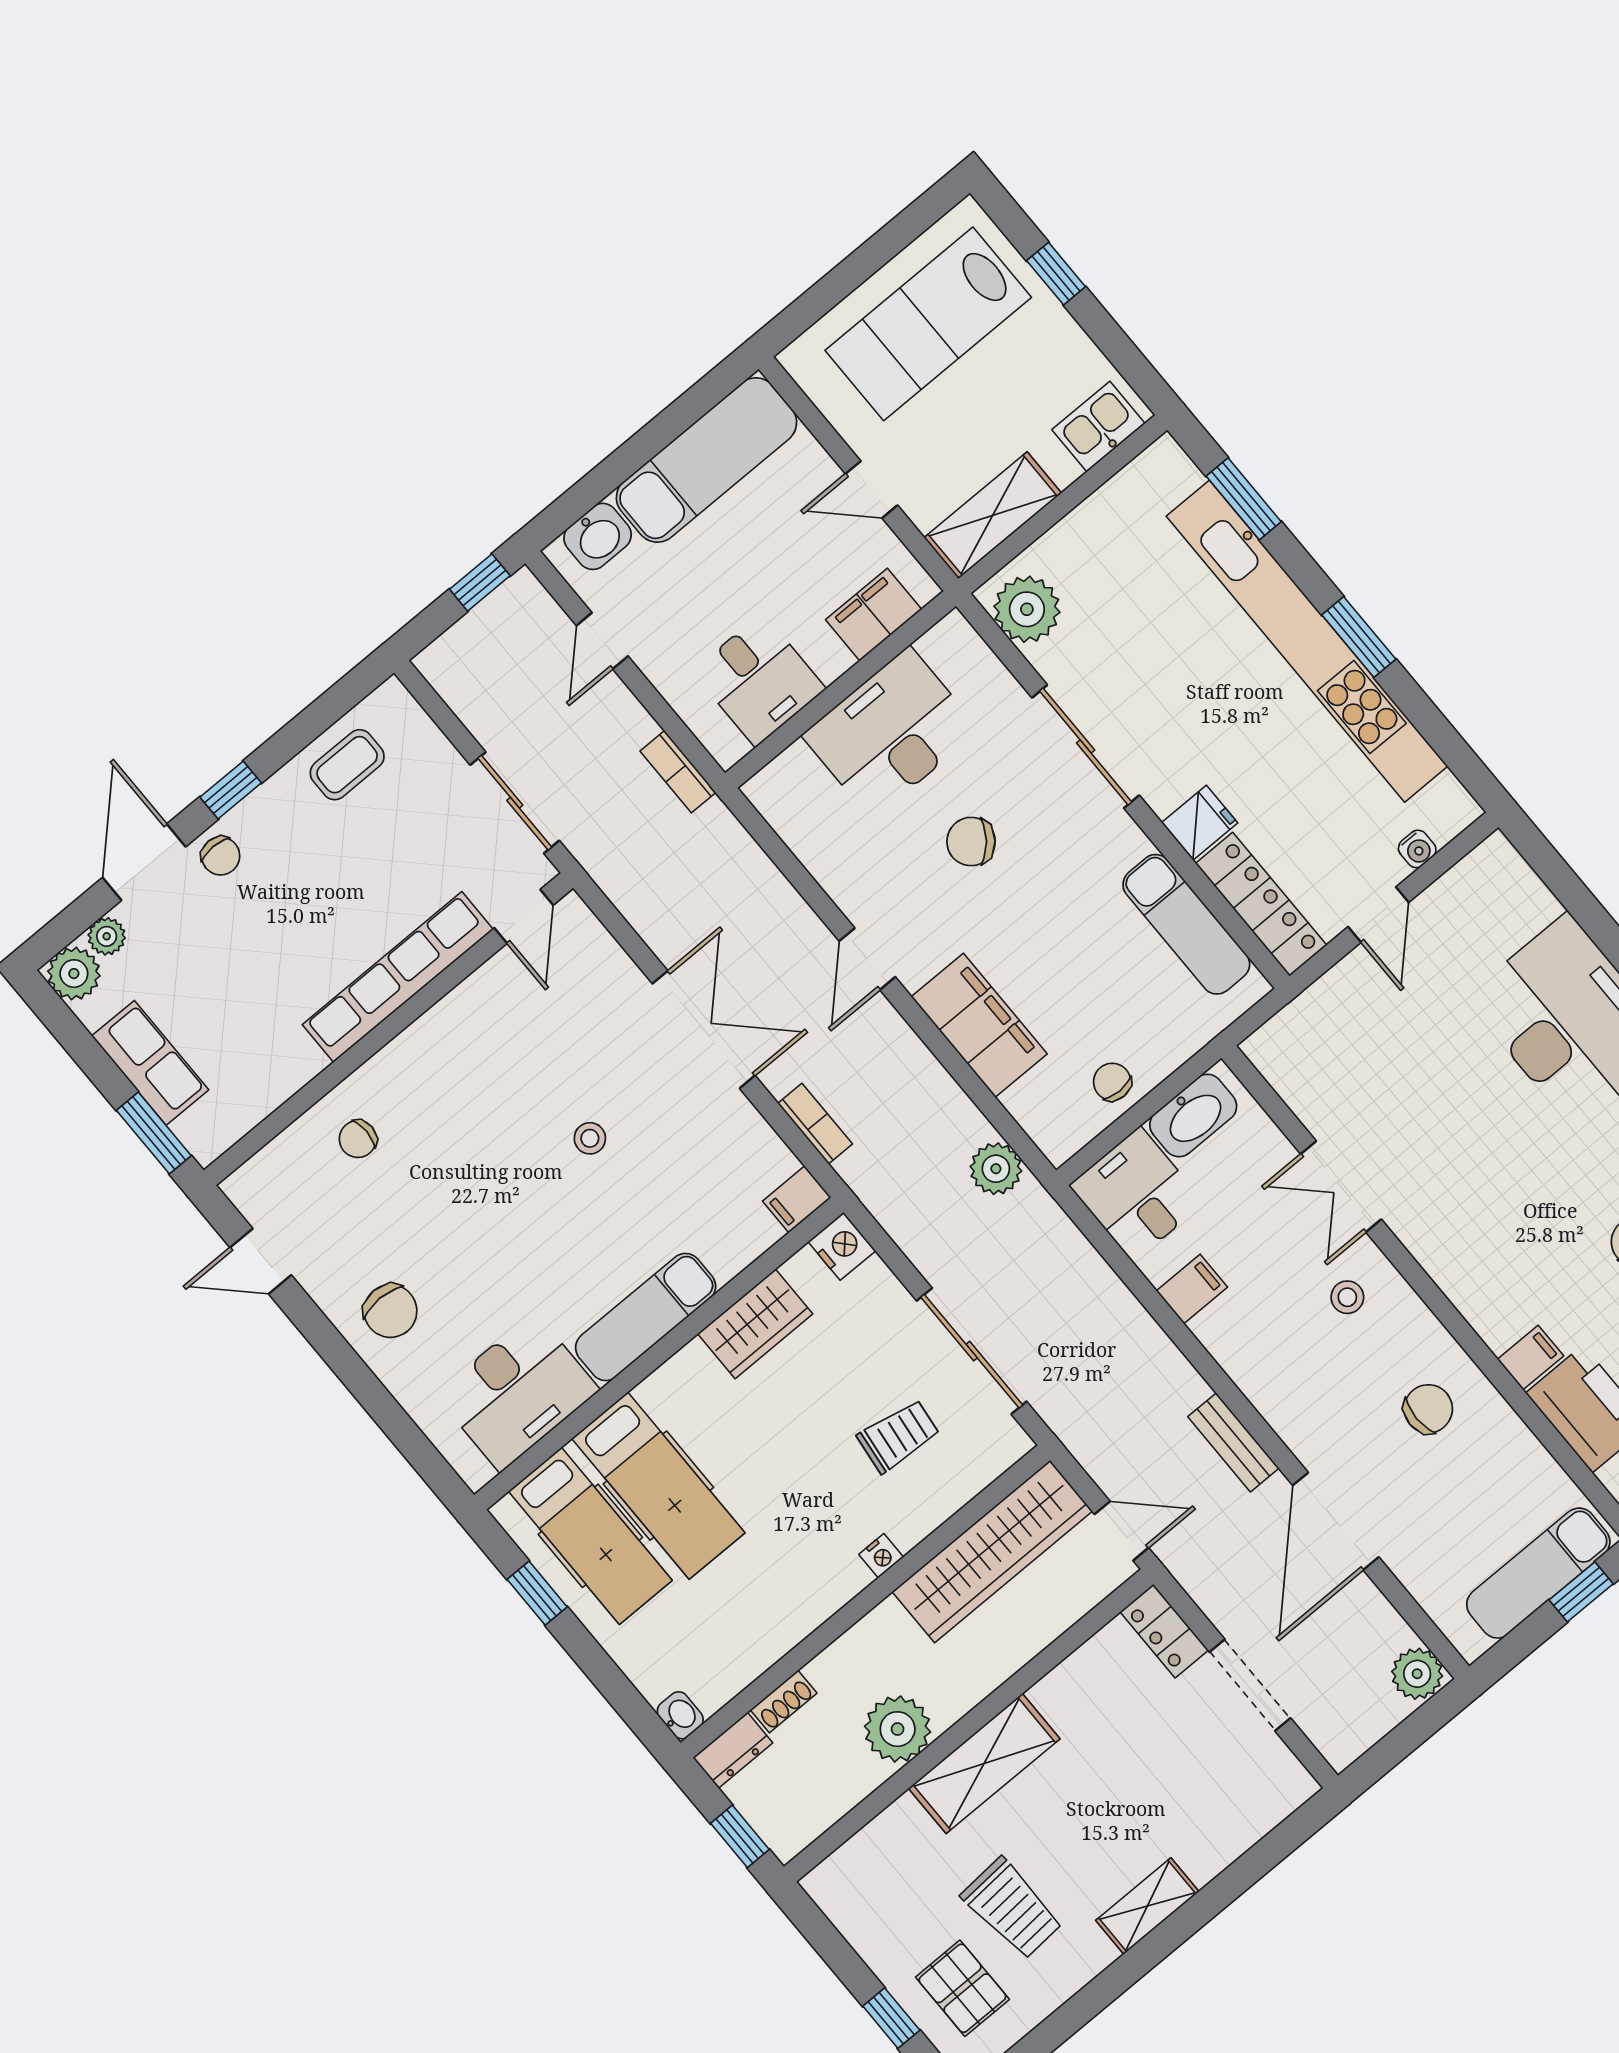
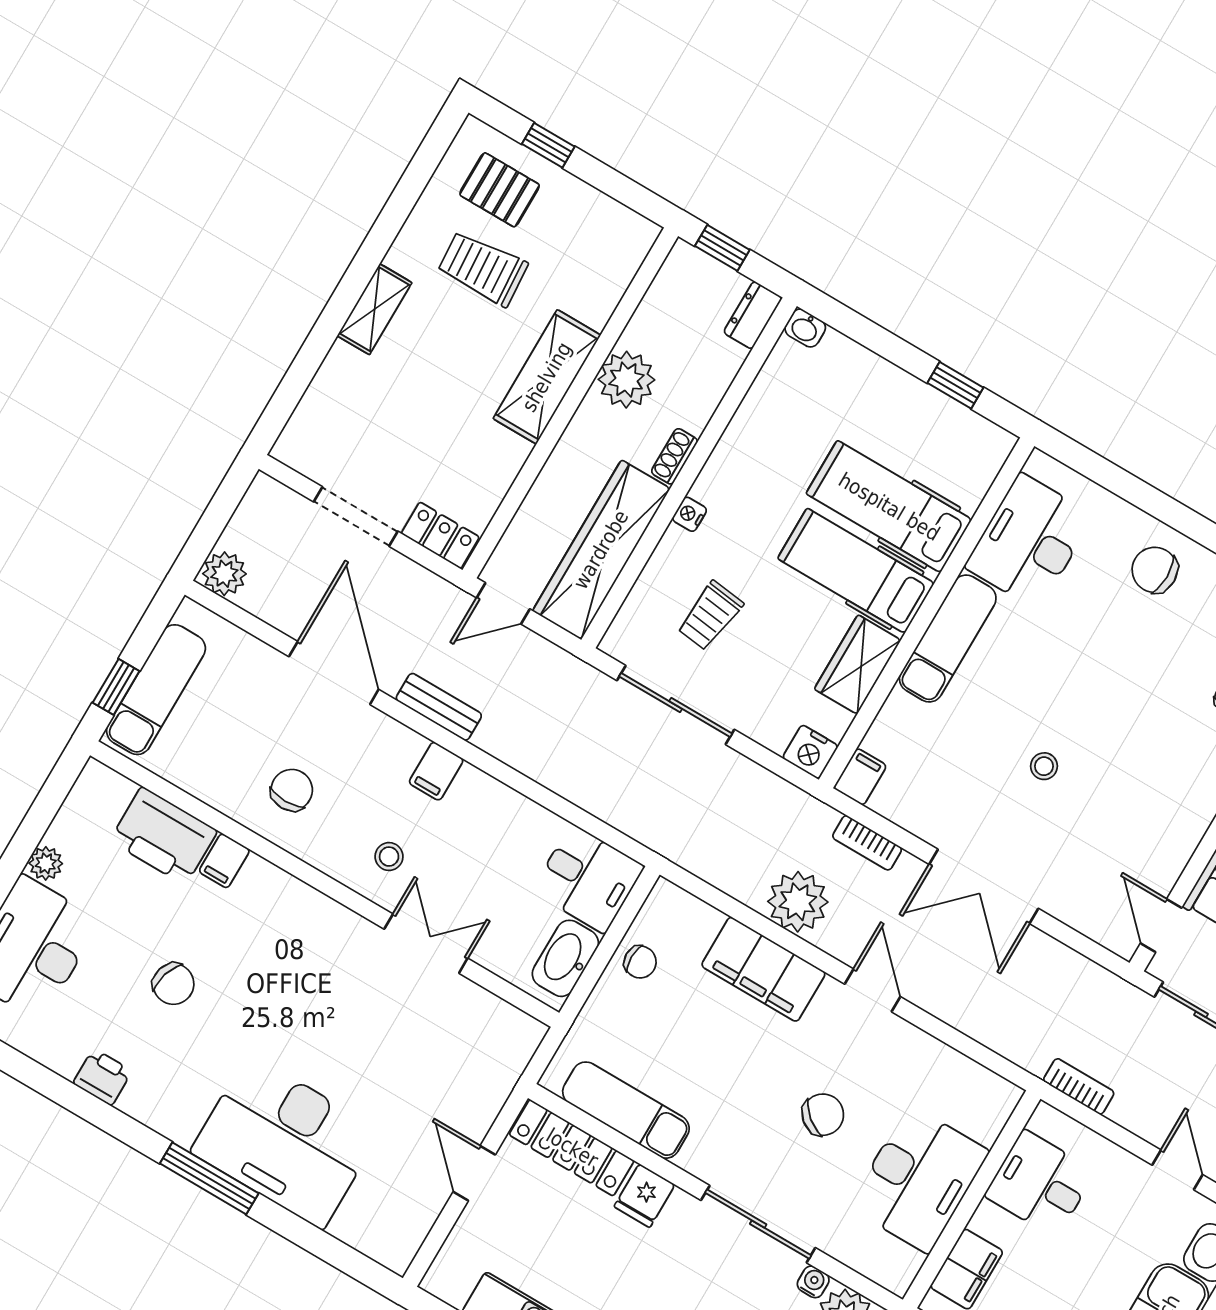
water cooler: (1417, 849) -> (813, 1282), moved, turned 90
plant: (996, 1169) -> (798, 902), moved, width x1.36, depth x1.36
filing cabinet: (1192, 1289) -> (436, 771), moved
chair: (1428, 1409) -> (292, 790), turned 180
hospital bed: (590, 1536) -> (856, 571), moved
shoe rack: (784, 1701) -> (675, 456), moved

